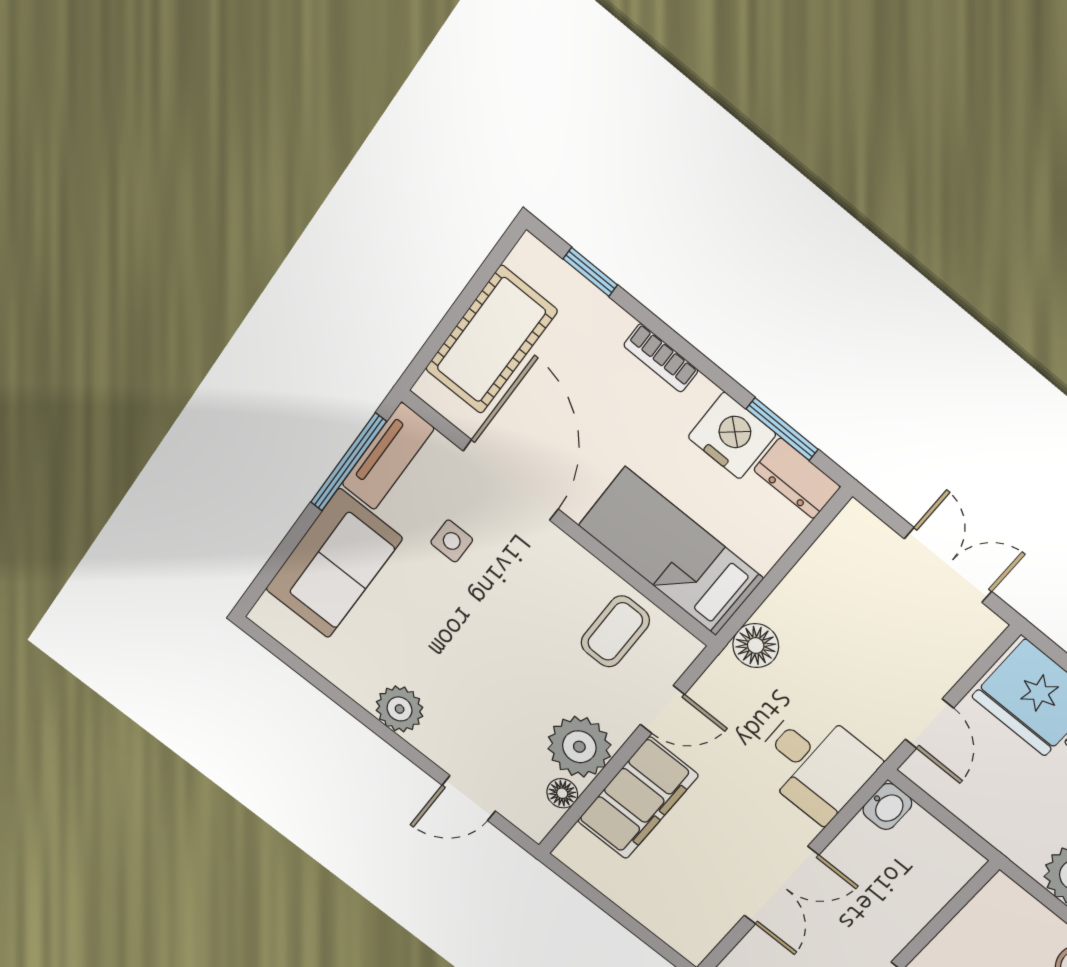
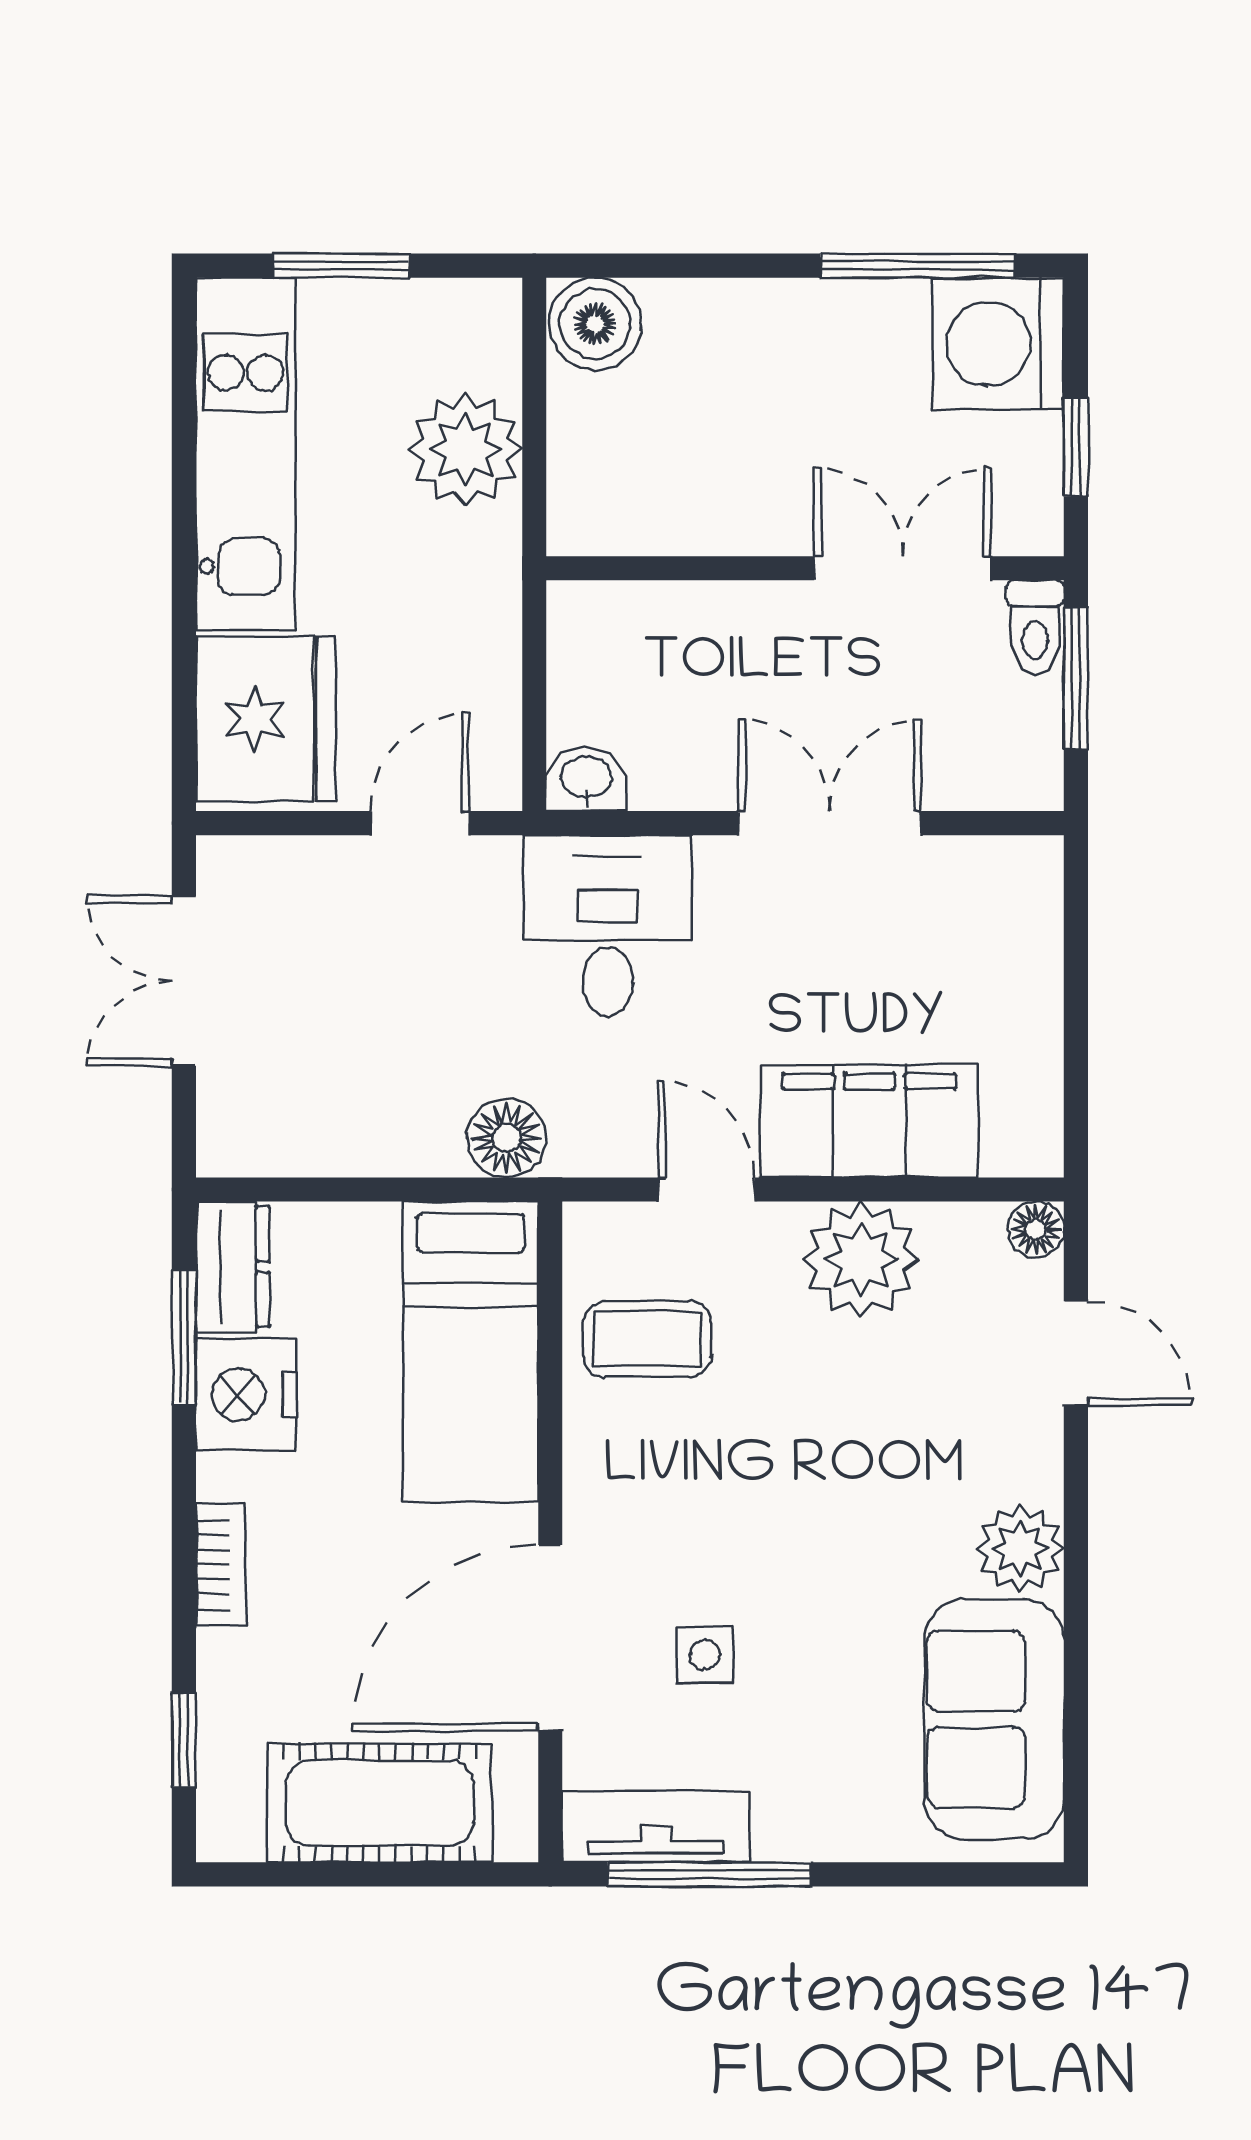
sofa: (334, 564) -> (994, 1719), moved, turned -90
floor lamp: (562, 793) -> (1036, 1230), moved

